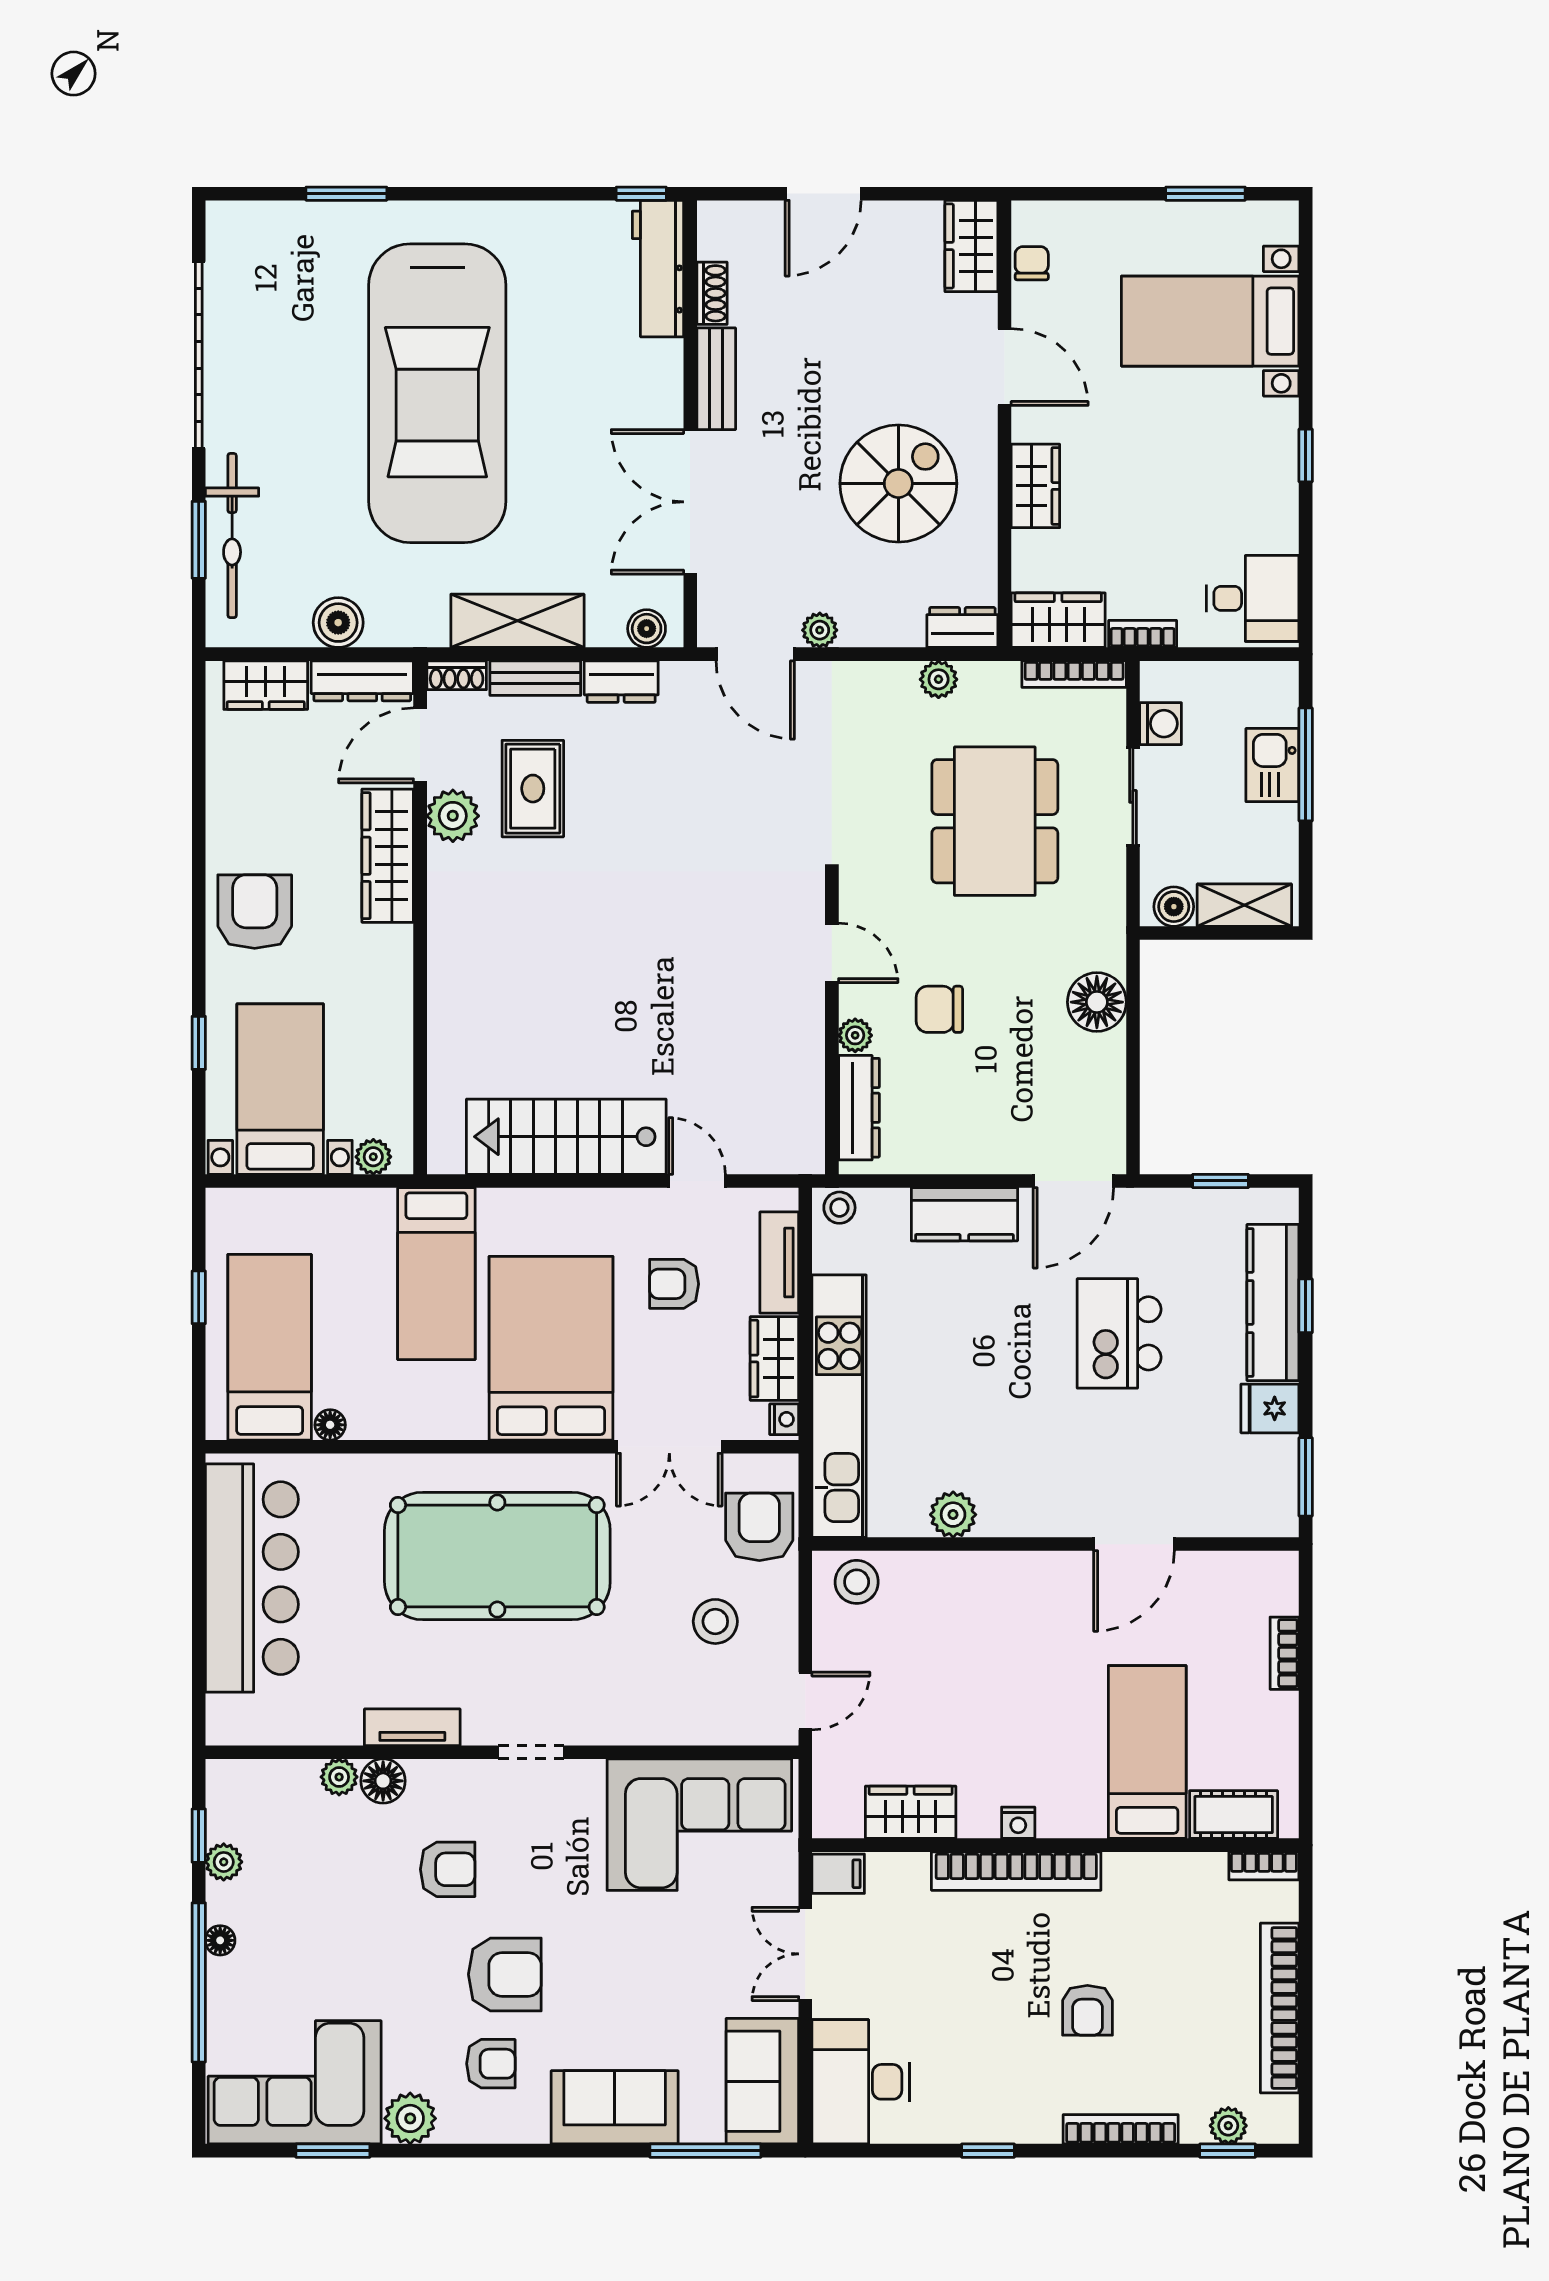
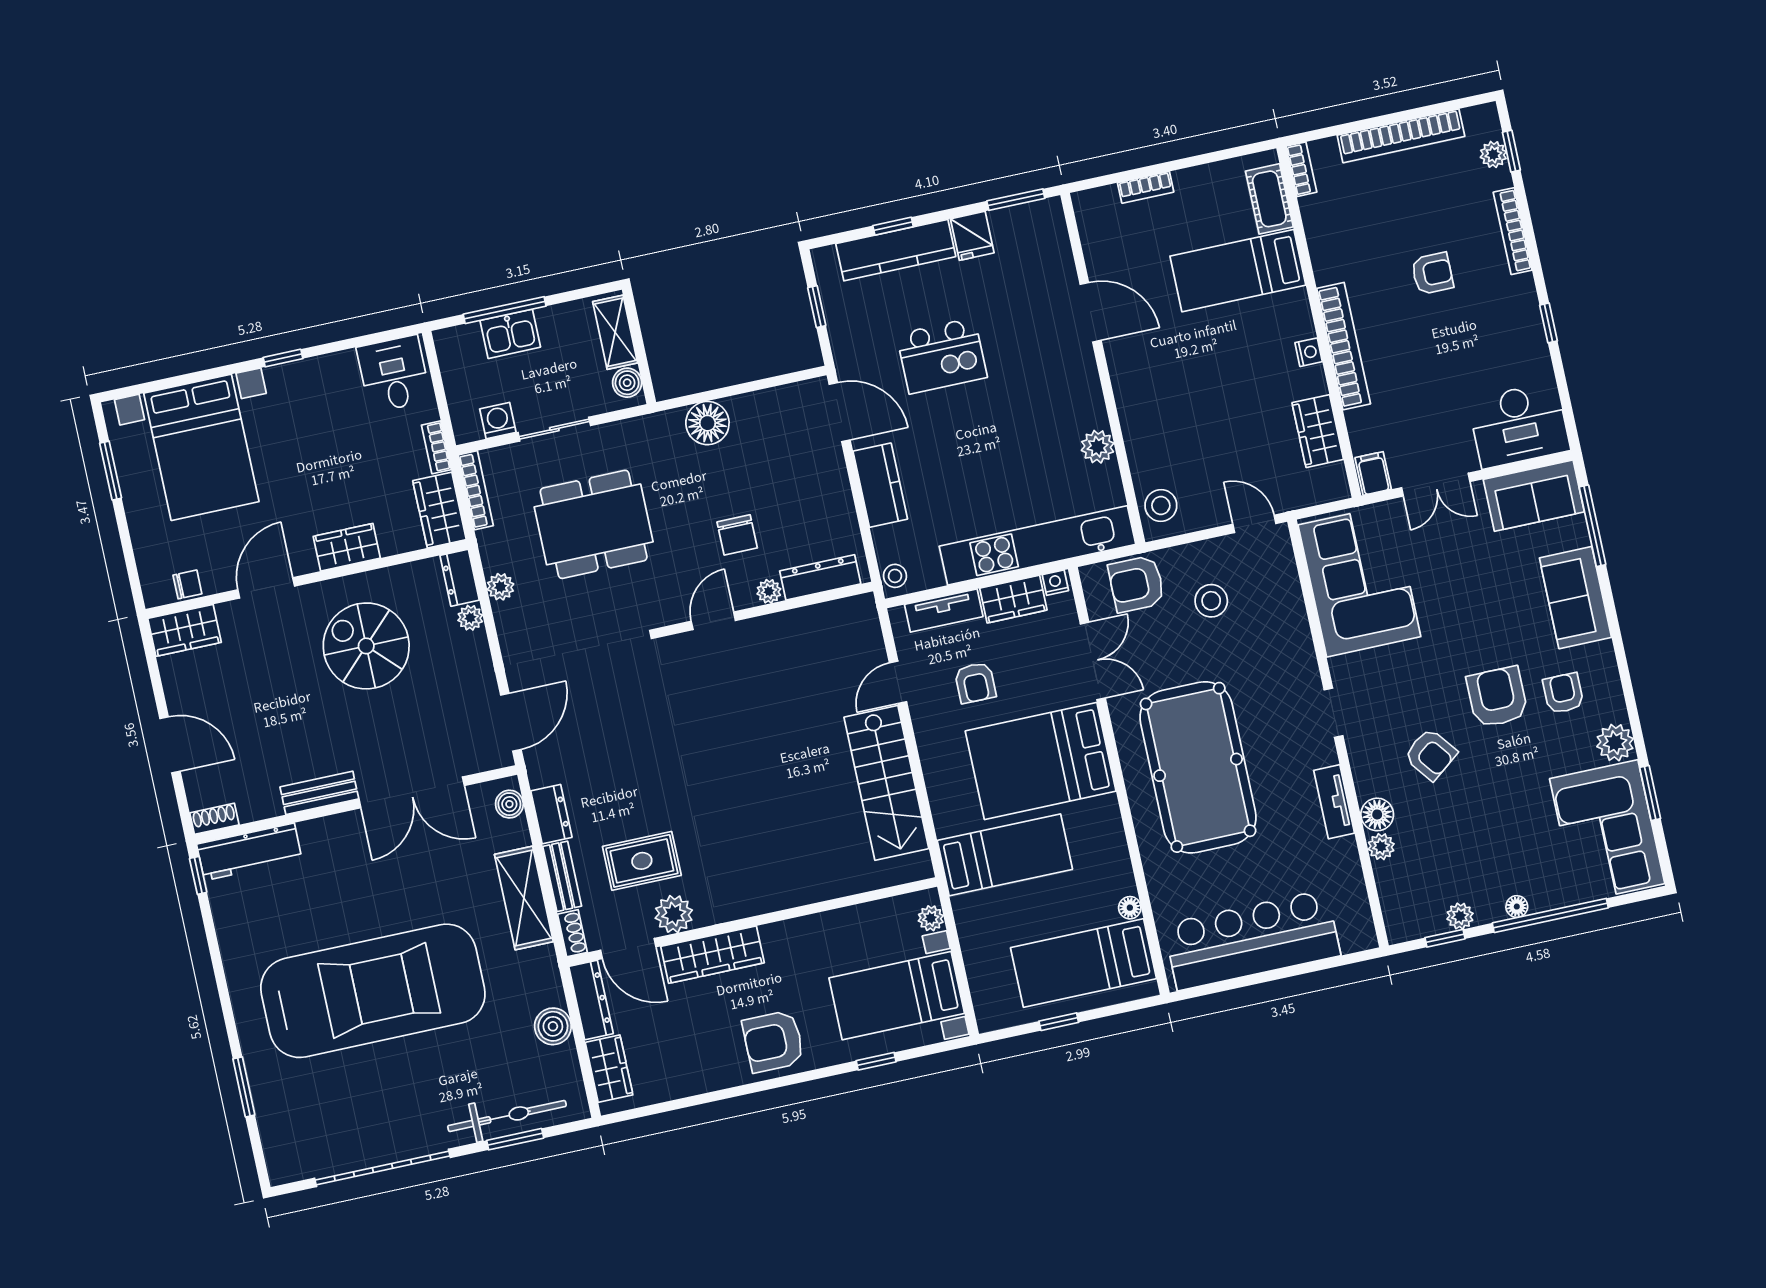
chair: (1032, 263) -> (187, 584), turned 180
shoe rack: (712, 293) -> (214, 819), moved
bed with nightstands: (1210, 321) -> (201, 447), width x1.36
plant: (820, 630) -> (470, 618), moved
armchair: (448, 1869) -> (1431, 754), turned 142

